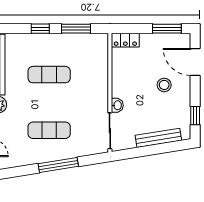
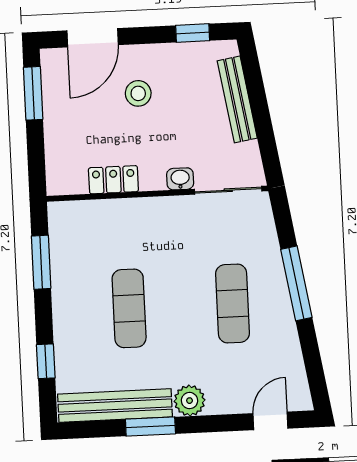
window: (40, 29) -> (46, 361), moved
locker: (125, 40) -> (113, 180), moved, turned -90

